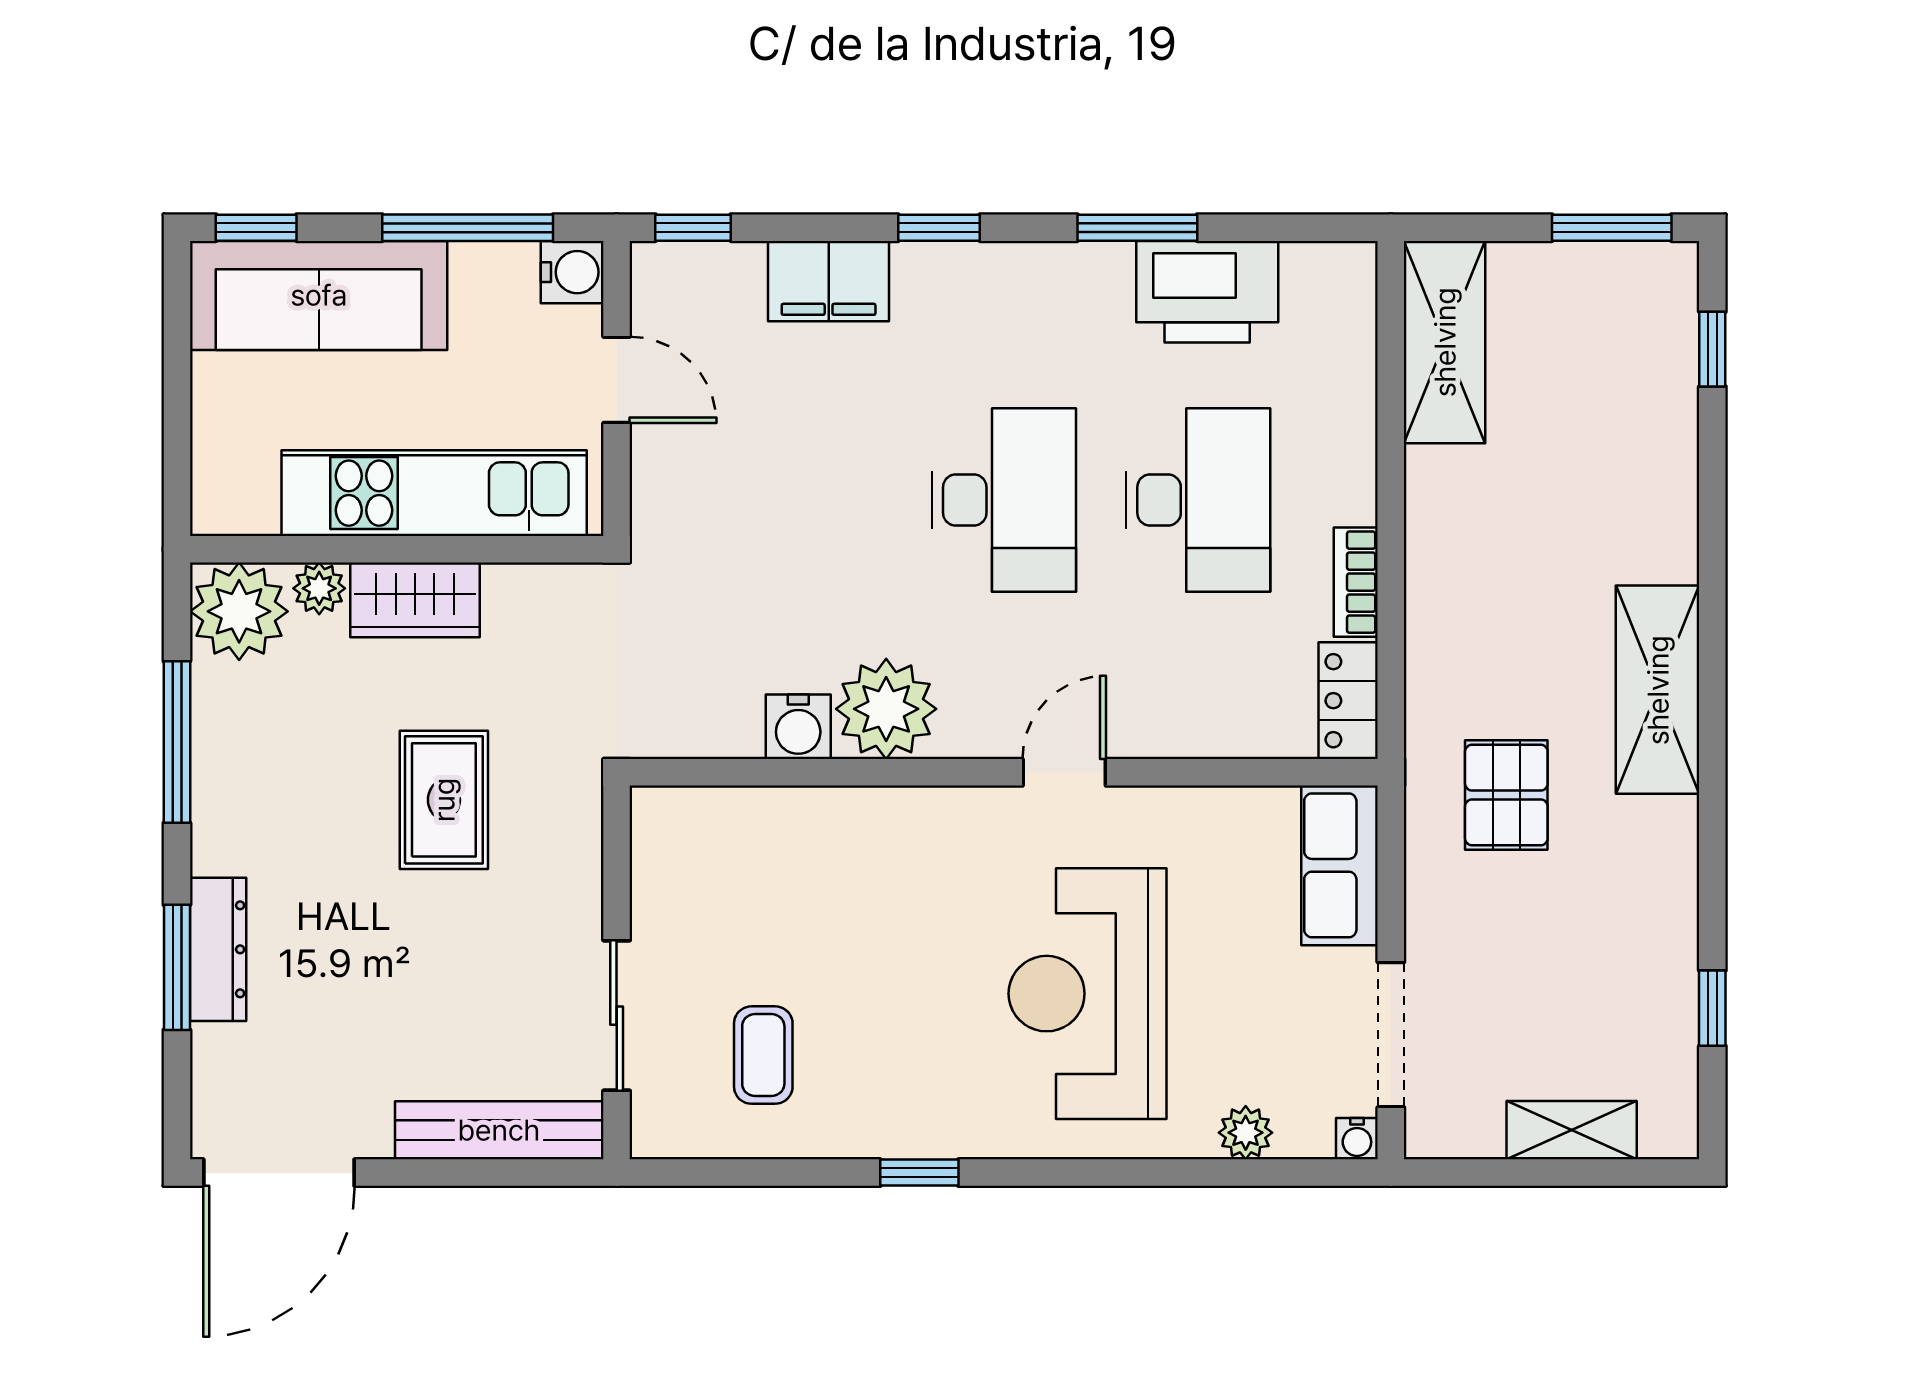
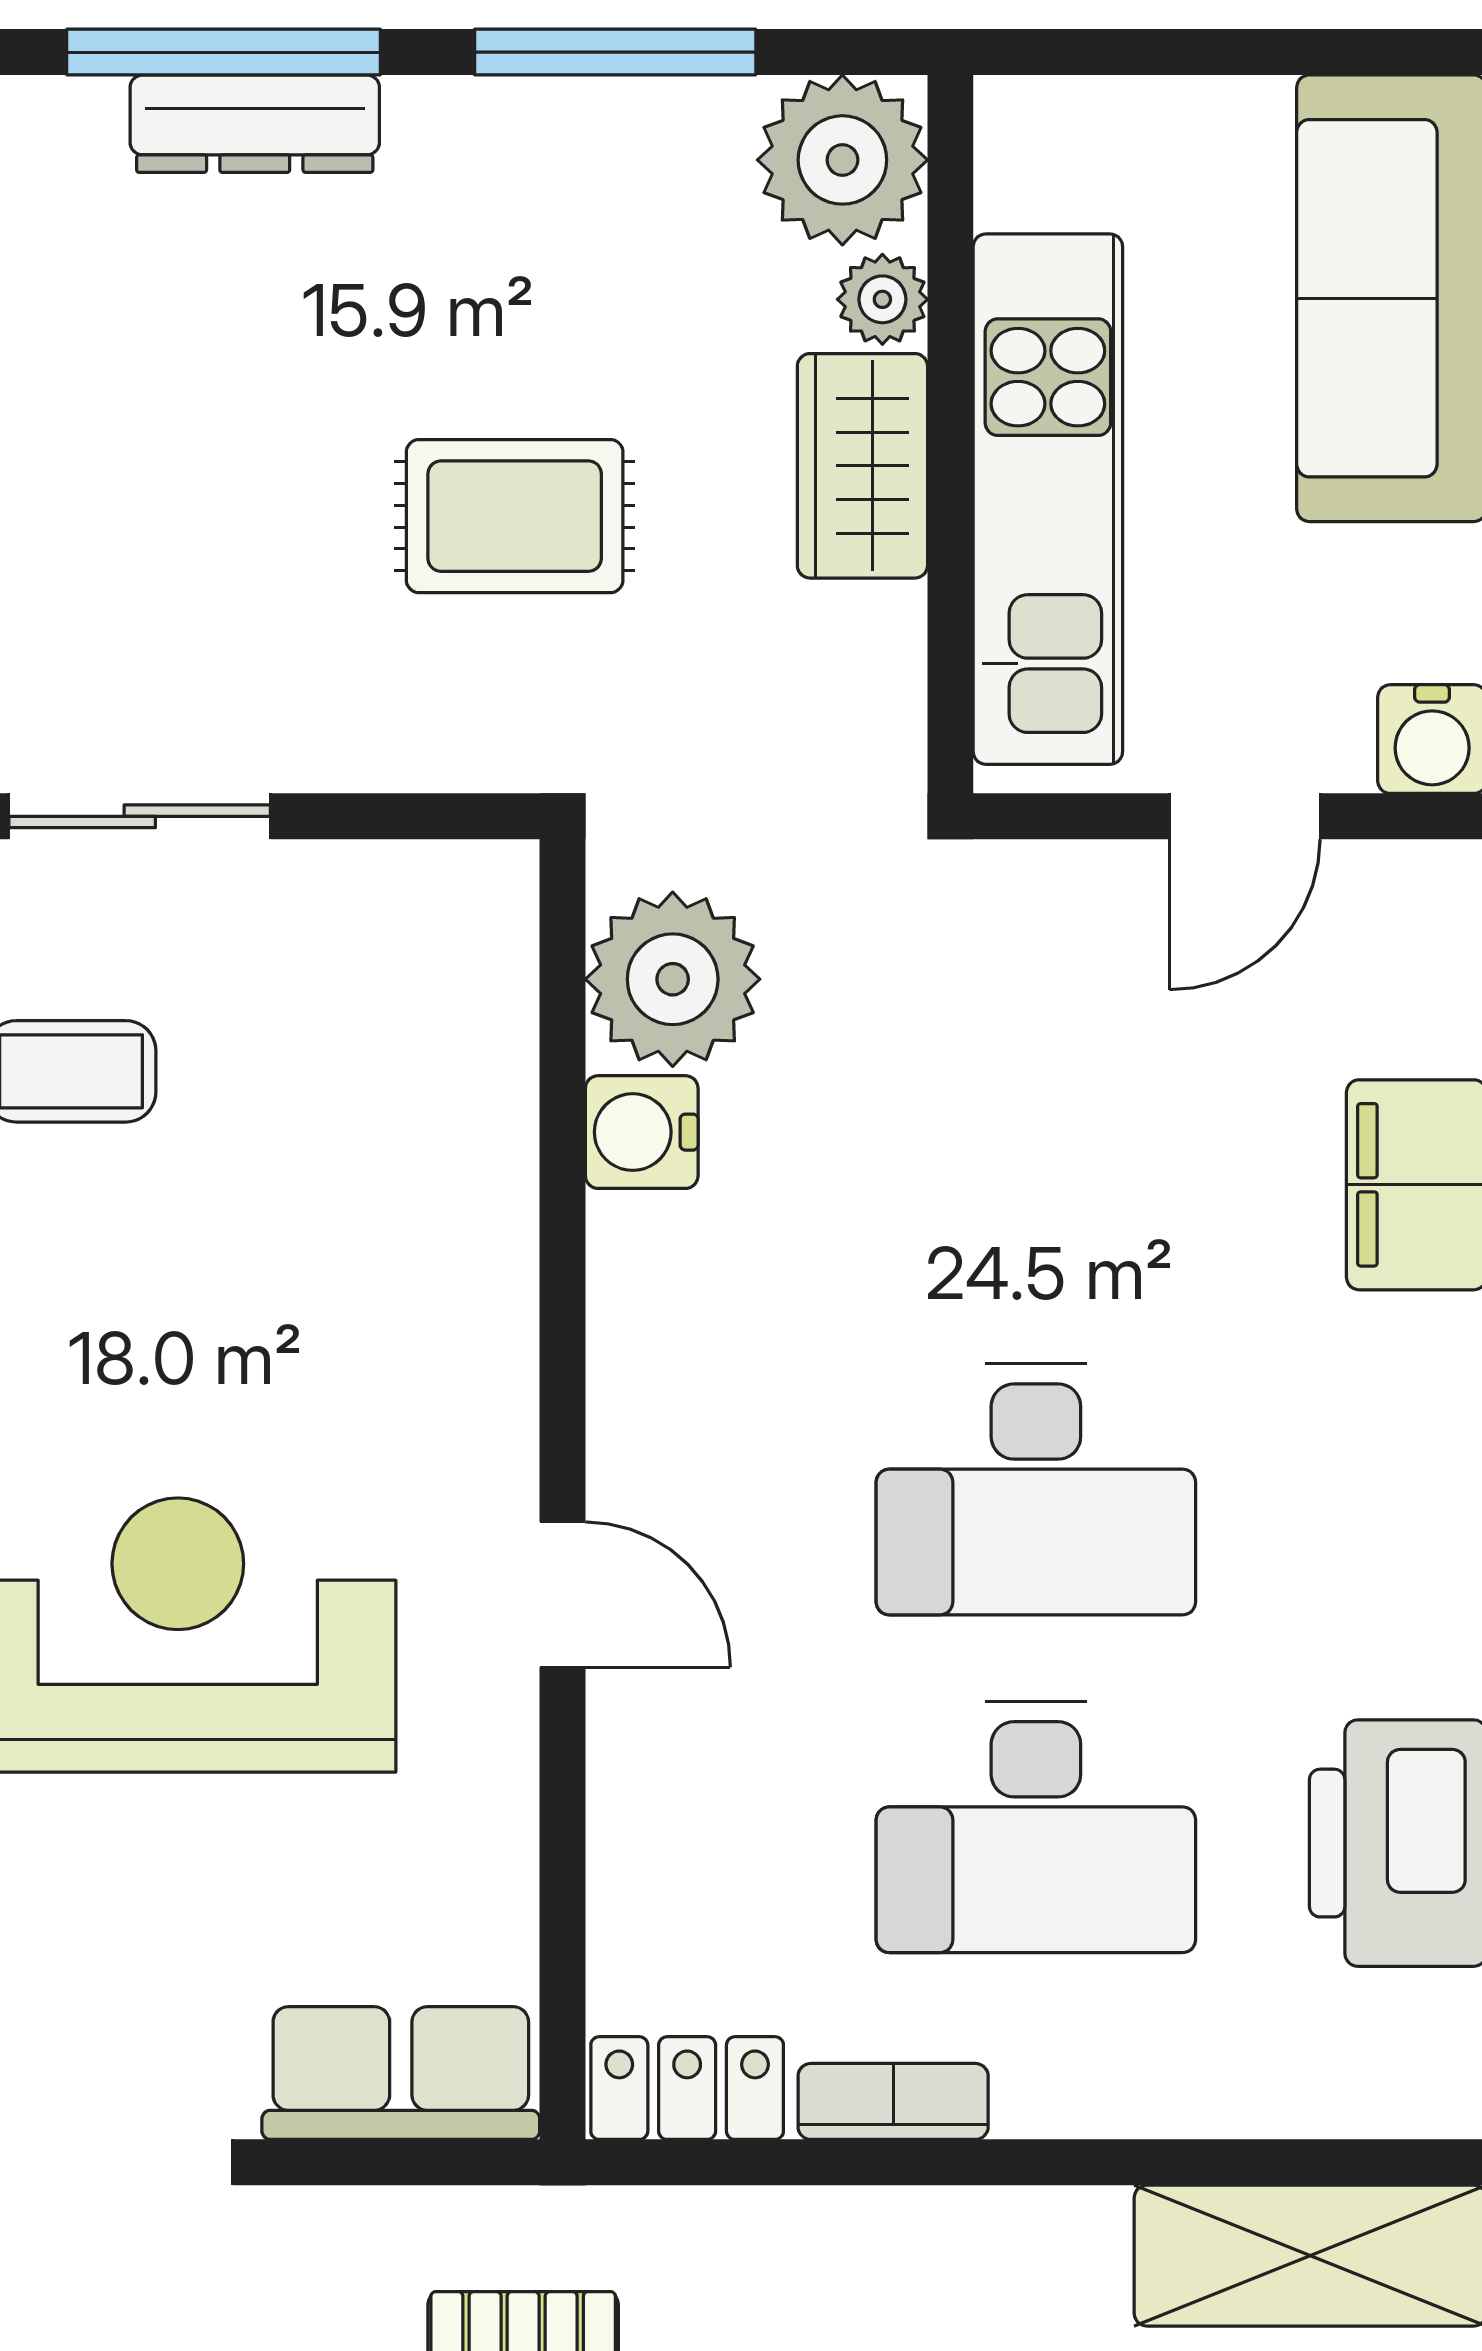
plant: (886, 709) -> (673, 979), moved
window: (177, 967) -> (224, 52), width x1.44

